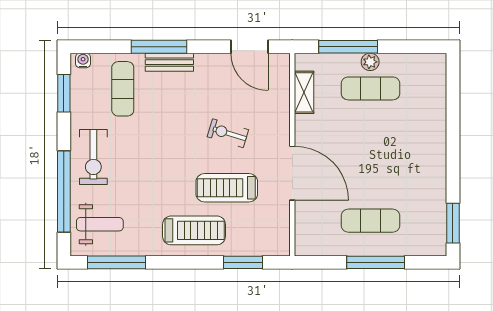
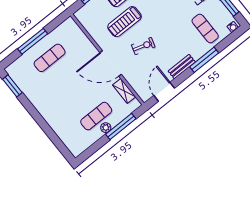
door: (249, 47) -> (164, 92), hinge flipped
bench: (169, 62) -> (182, 67), moved
door: (292, 173) -> (111, 63), moved
treadmill: (227, 188) -> (124, 22), turned 180

